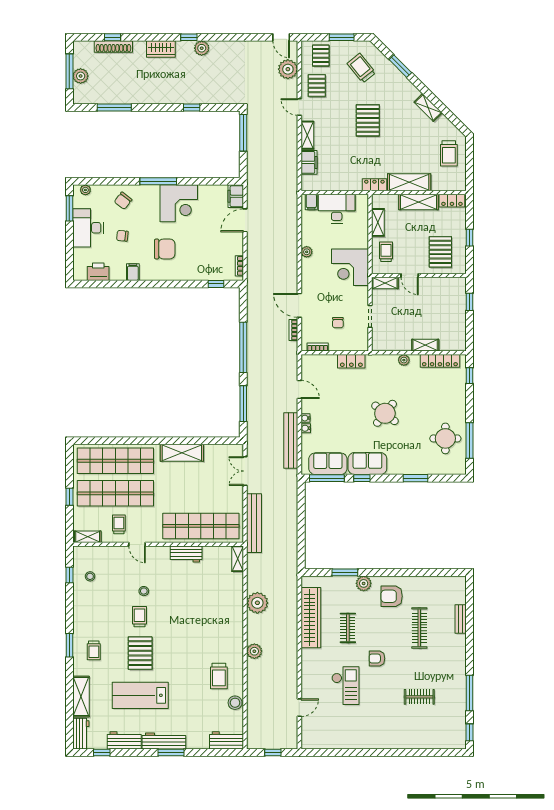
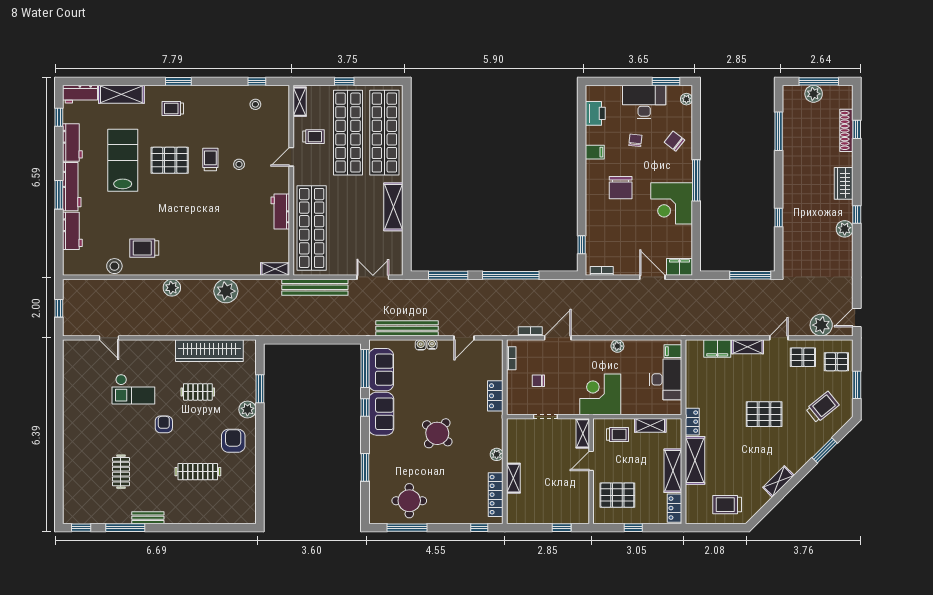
trolley: (139, 617) -> (210, 159), turned -90
bench: (461, 619) -> (148, 518), moved
workbench: (227, 740) -> (72, 231), moved

